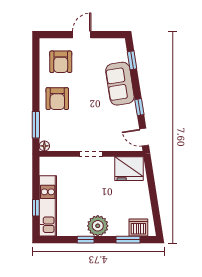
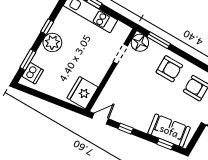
sofa: (120, 84) -> (169, 131), moved
armchair: (57, 99) -> (169, 69), turned 180
floor lamp: (44, 146) -> (140, 43), width x1.89, depth x1.89
doorway: (91, 154) -> (121, 54), moved

